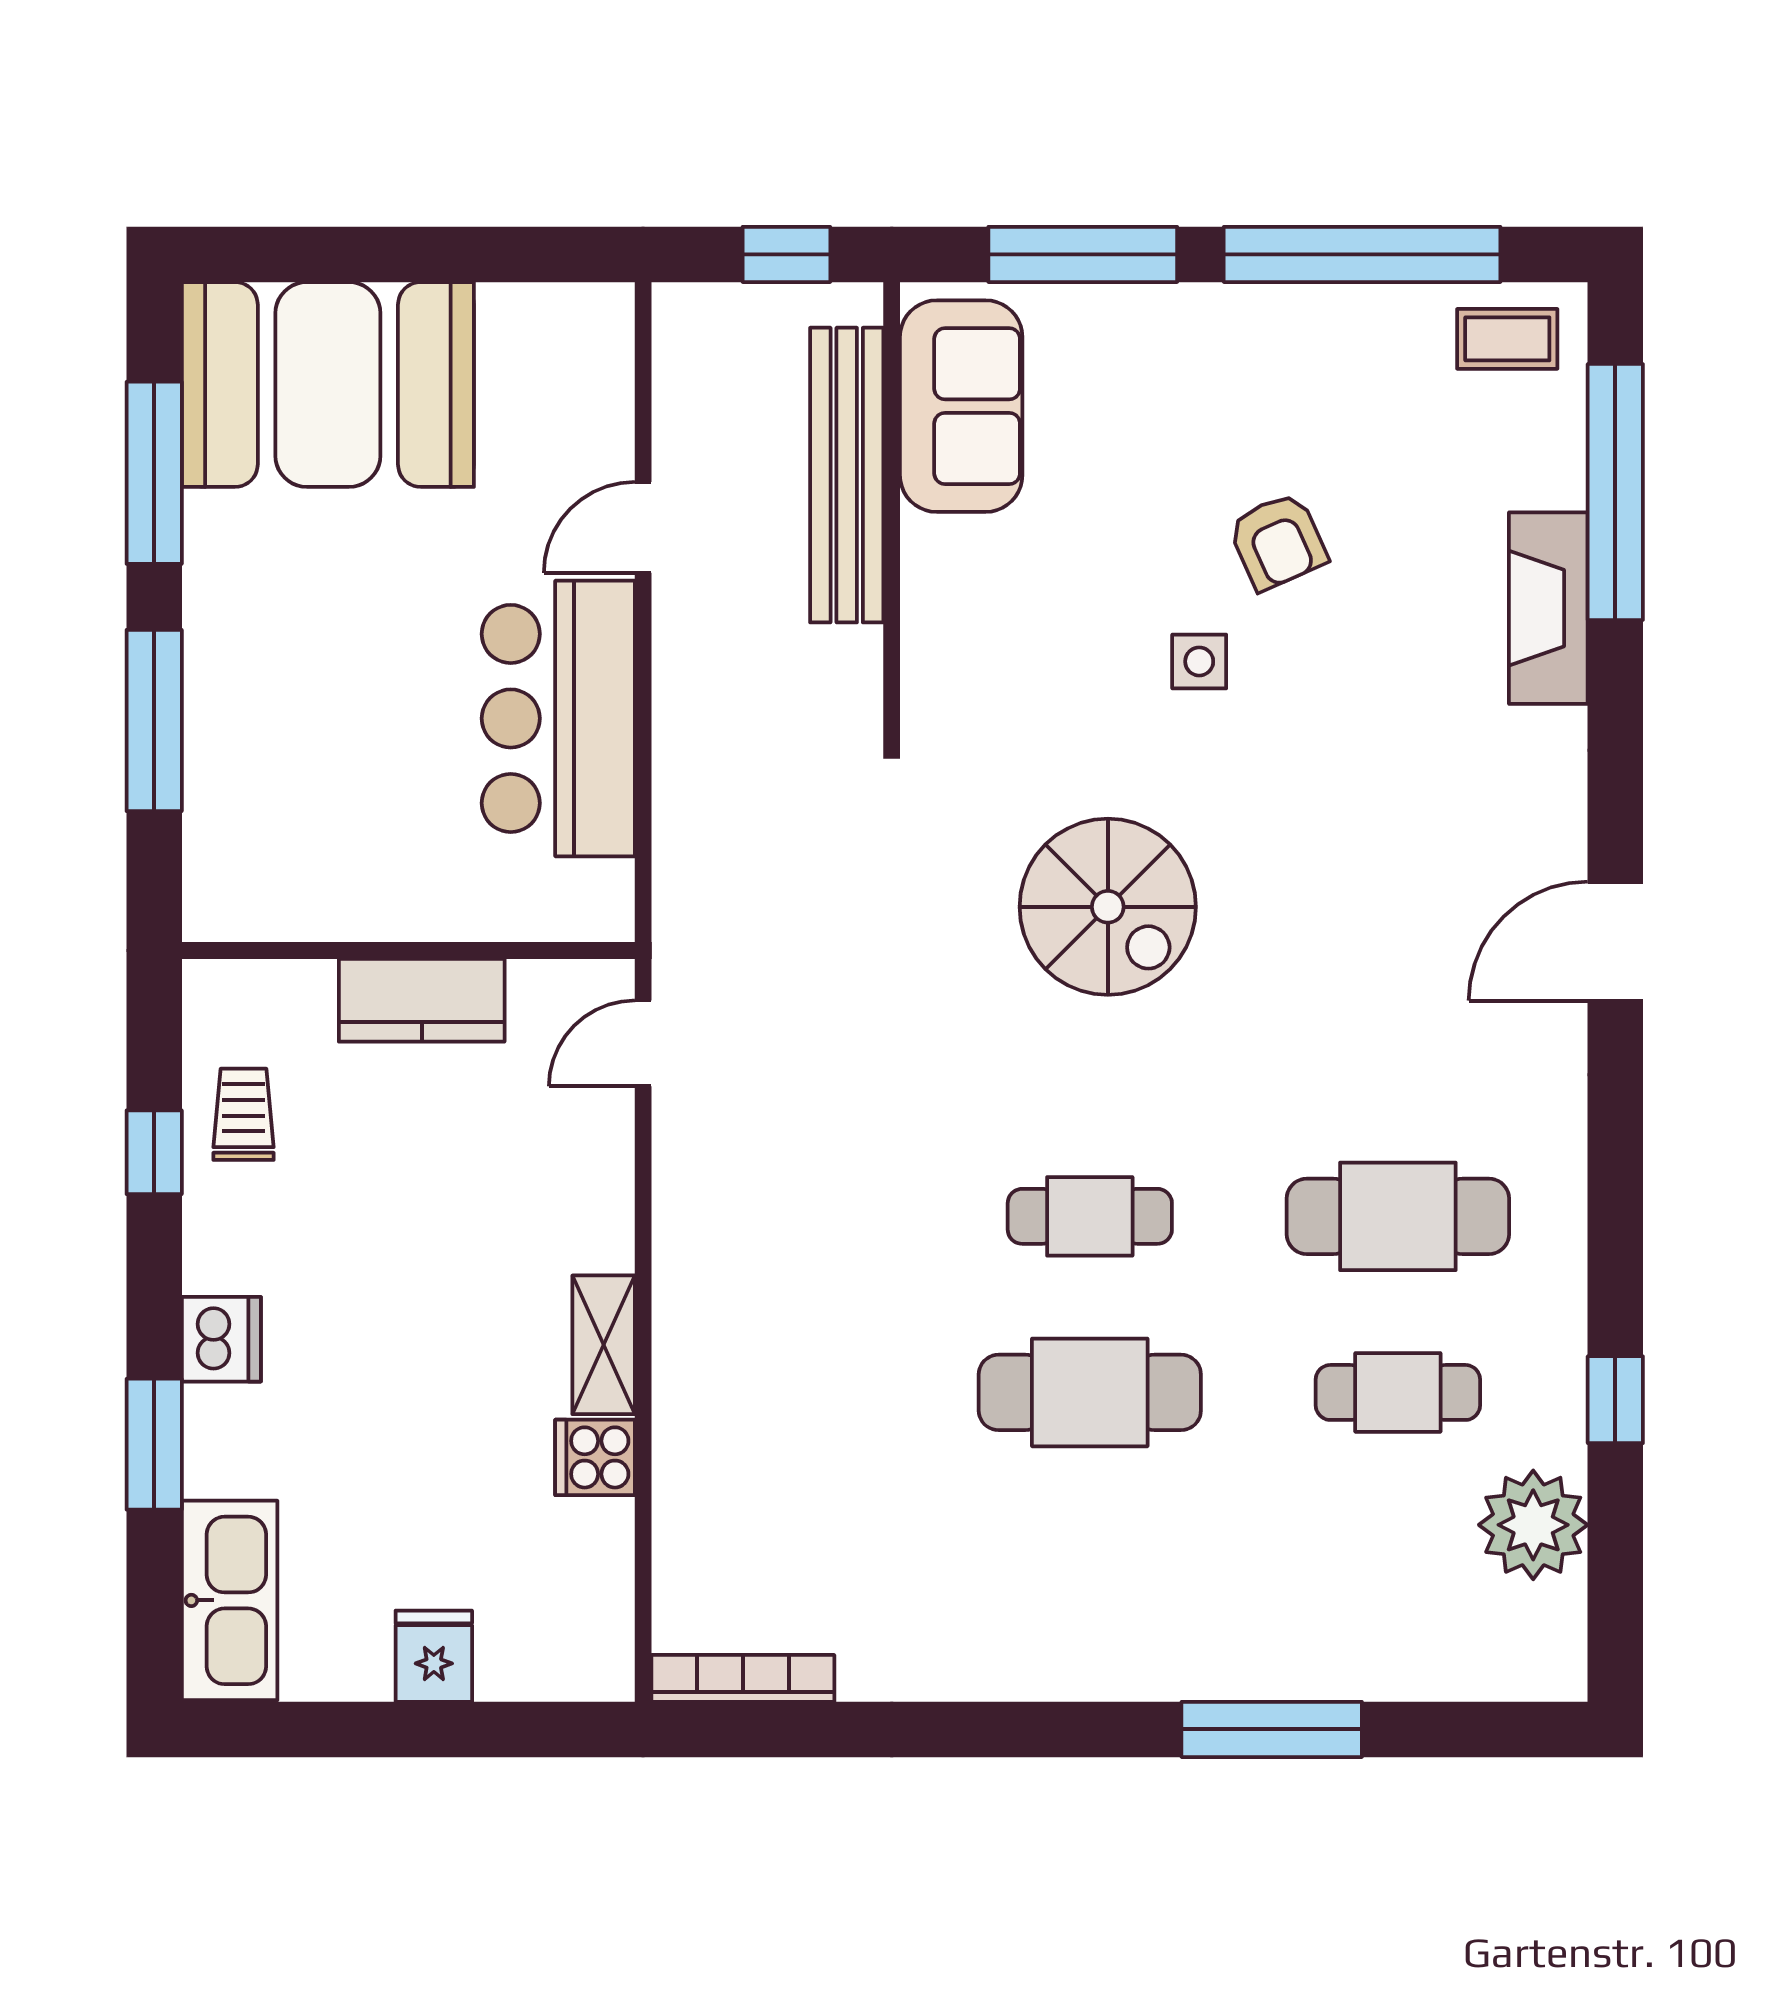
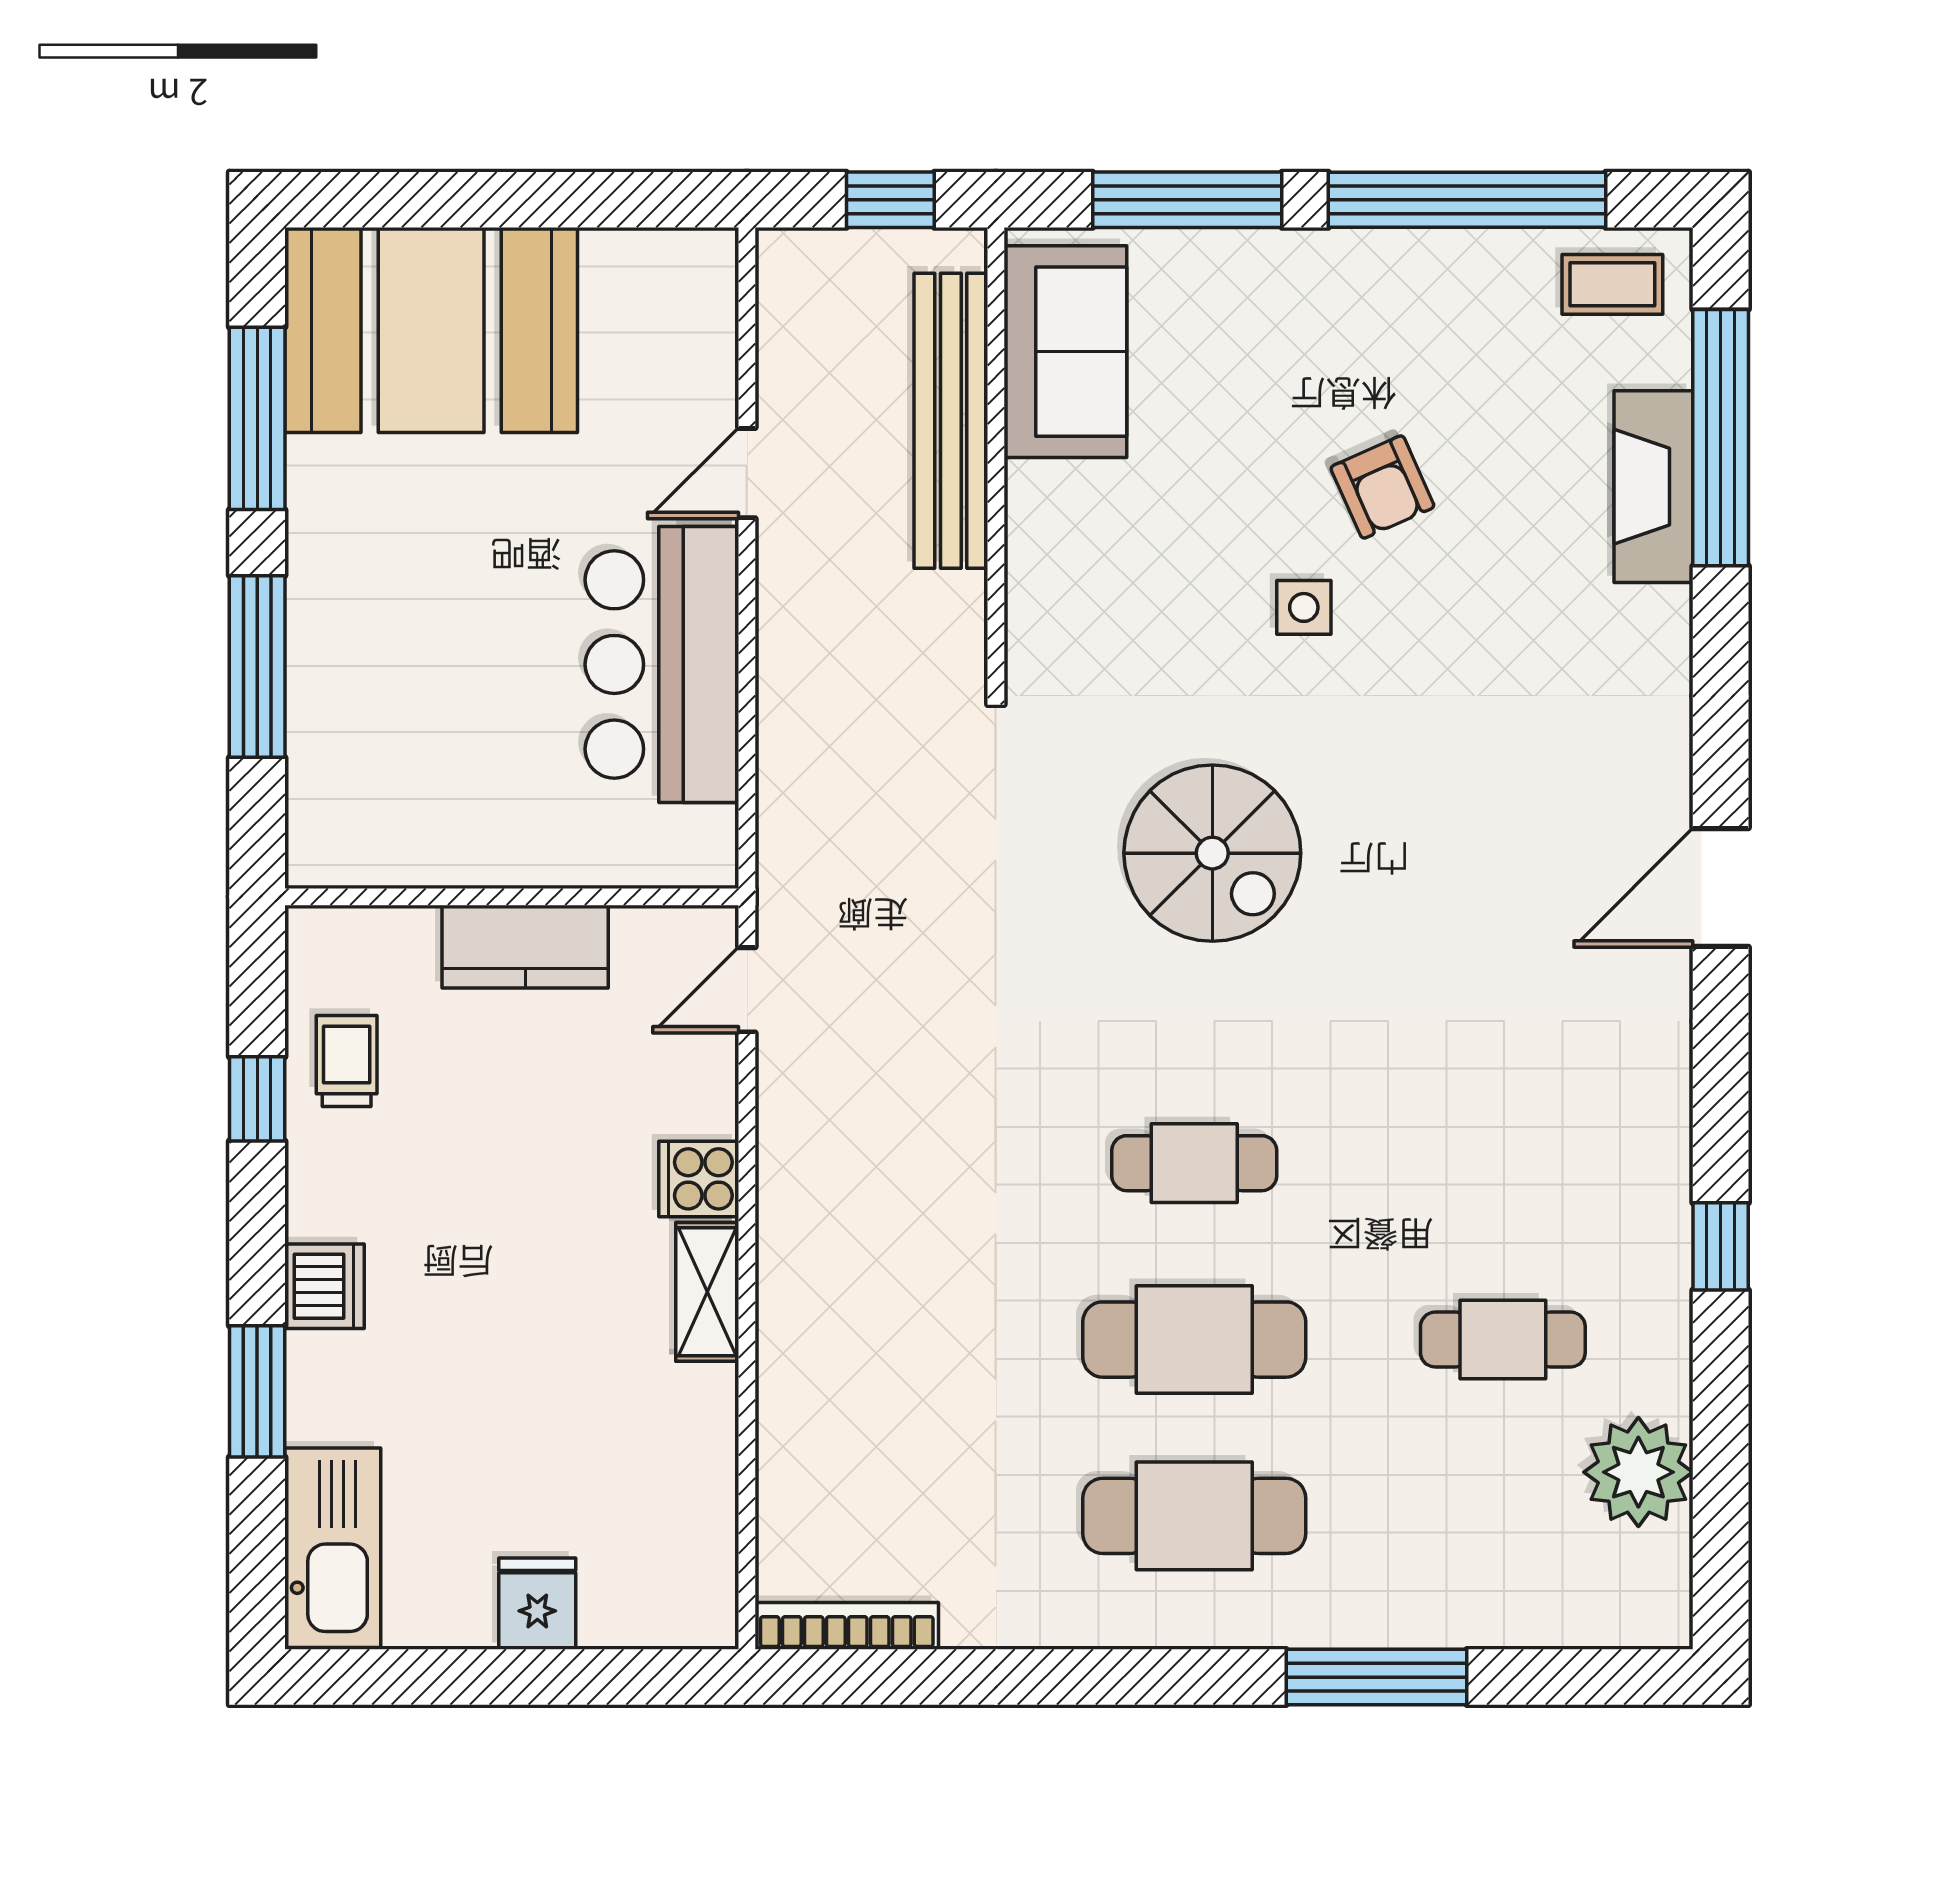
fireplace: (1548, 608) -> (1654, 487), moved
cafe table: (1398, 1216) -> (1194, 1516), moved
window: (1615, 1400) -> (1721, 1246), moved
cooker: (595, 1457) -> (699, 1179), moved

